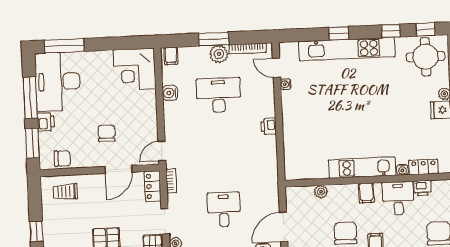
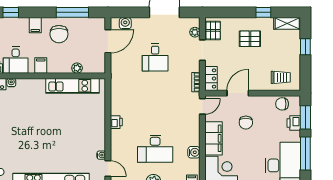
filing cabinet: (146, 112) -> (214, 138), added
printer: (46, 122) -> (294, 123), moved
kitchen unit: (362, 168) -> (72, 86), moved

